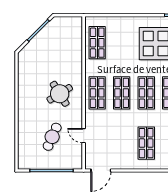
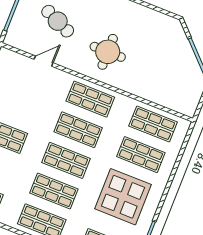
shop shelf: (122, 43) -> (141, 155), added
round table: (60, 94) -> (108, 52), turned 32

